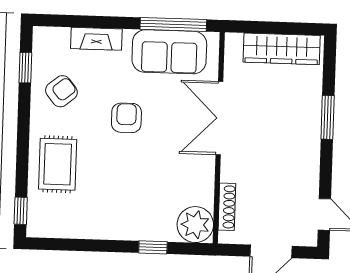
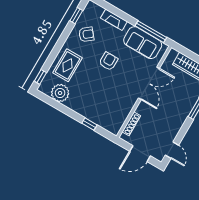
double door: (219, 118) -> (149, 83), swing flipped
plant: (195, 225) -> (60, 93), moved

